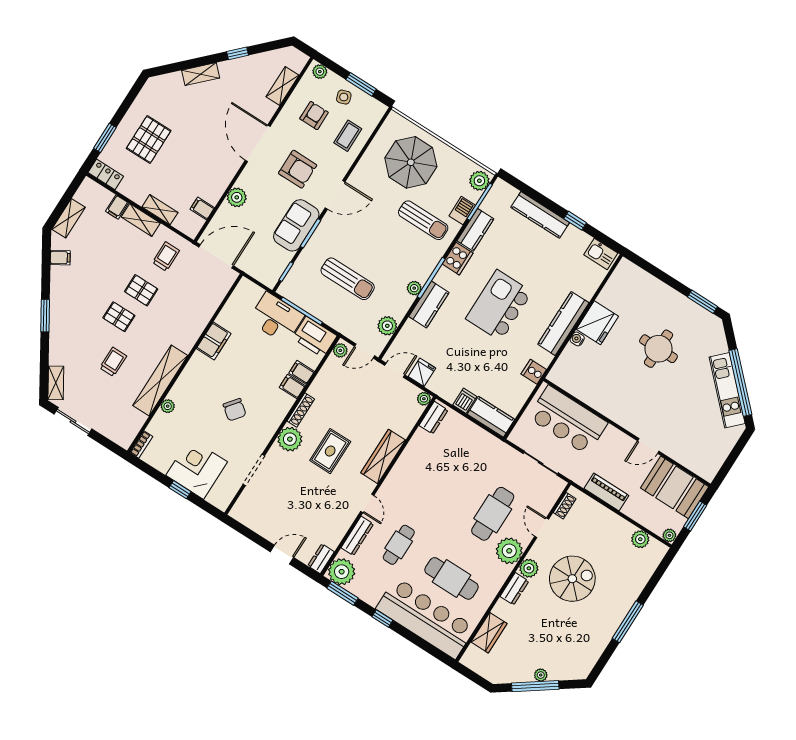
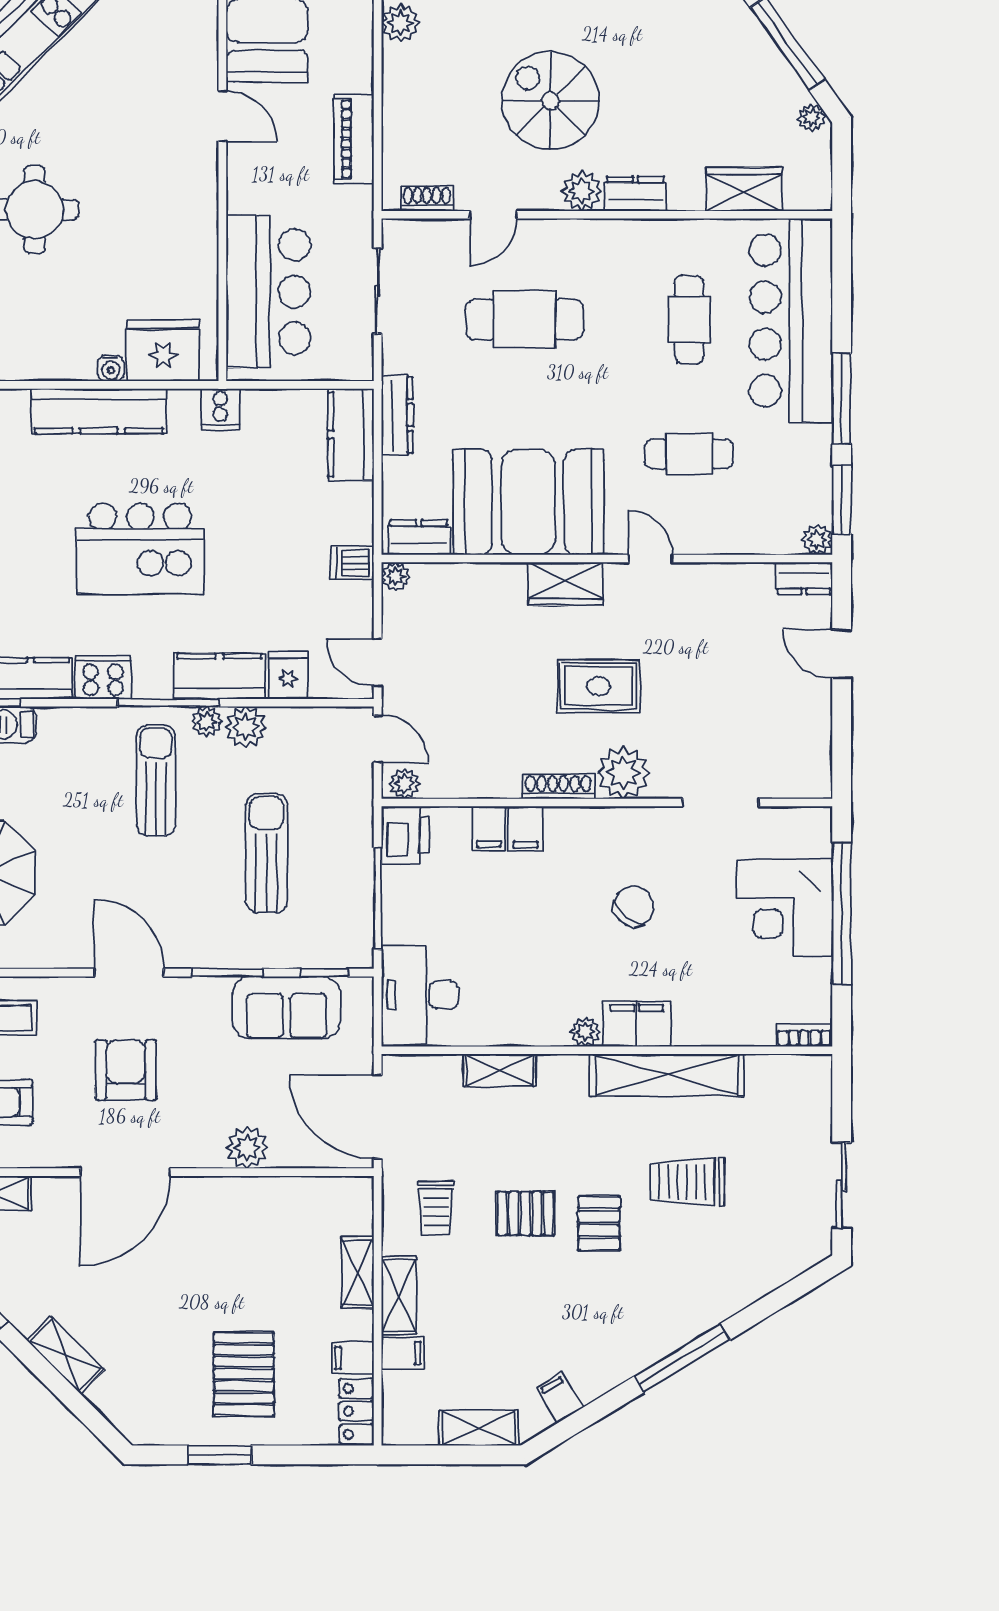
window: (105, 138) -> (220, 1455), moved
pallet: (149, 140) -> (244, 1374), turned 90
filing cabinet: (202, 209) -> (353, 1358), moved, turned 90
sun lounger: (423, 220) -> (156, 780), moved
sofa: (296, 225) -> (286, 1008), moved
trolley: (166, 256) -> (436, 1208), turned -90
pallet: (141, 290) -> (525, 1214), turned 90
window: (45, 316) -> (682, 1358), width x1.44
desk: (276, 318) -> (420, 995), moved
fridge: (597, 323) -> (163, 350), moved
plant: (387, 326) -> (246, 727), moved
printer: (315, 337) -> (405, 835), width x0.73, depth x0.84
filing cabinet: (214, 341) -> (637, 1024), moved
trolley: (113, 362) -> (687, 1182), width x1.36, depth x1.39
fridge: (422, 372) -> (288, 675), moved, turned 90
shelving: (56, 383) -> (500, 1070), moved, turned 31
dishwasher: (465, 401) -> (352, 563), moved
plant: (168, 406) -> (585, 1032), moved
wardrobe: (383, 456) -> (566, 584), width x0.67
booth: (420, 469) -> (528, 502), added
window: (180, 490) -> (842, 913), width x3.17
door: (367, 503) -> (650, 559), hinge flipped
dresser: (357, 536) -> (397, 415), moved, turned 90
plant: (509, 551) -> (573, 247), removed
plant: (342, 572) -> (817, 540), width x0.53, depth x0.53
cafe table: (452, 578) -> (689, 319), width x0.73, depth x0.74
window: (382, 619) -> (842, 398), width x2.17
plant: (541, 675) -> (812, 117), moved

